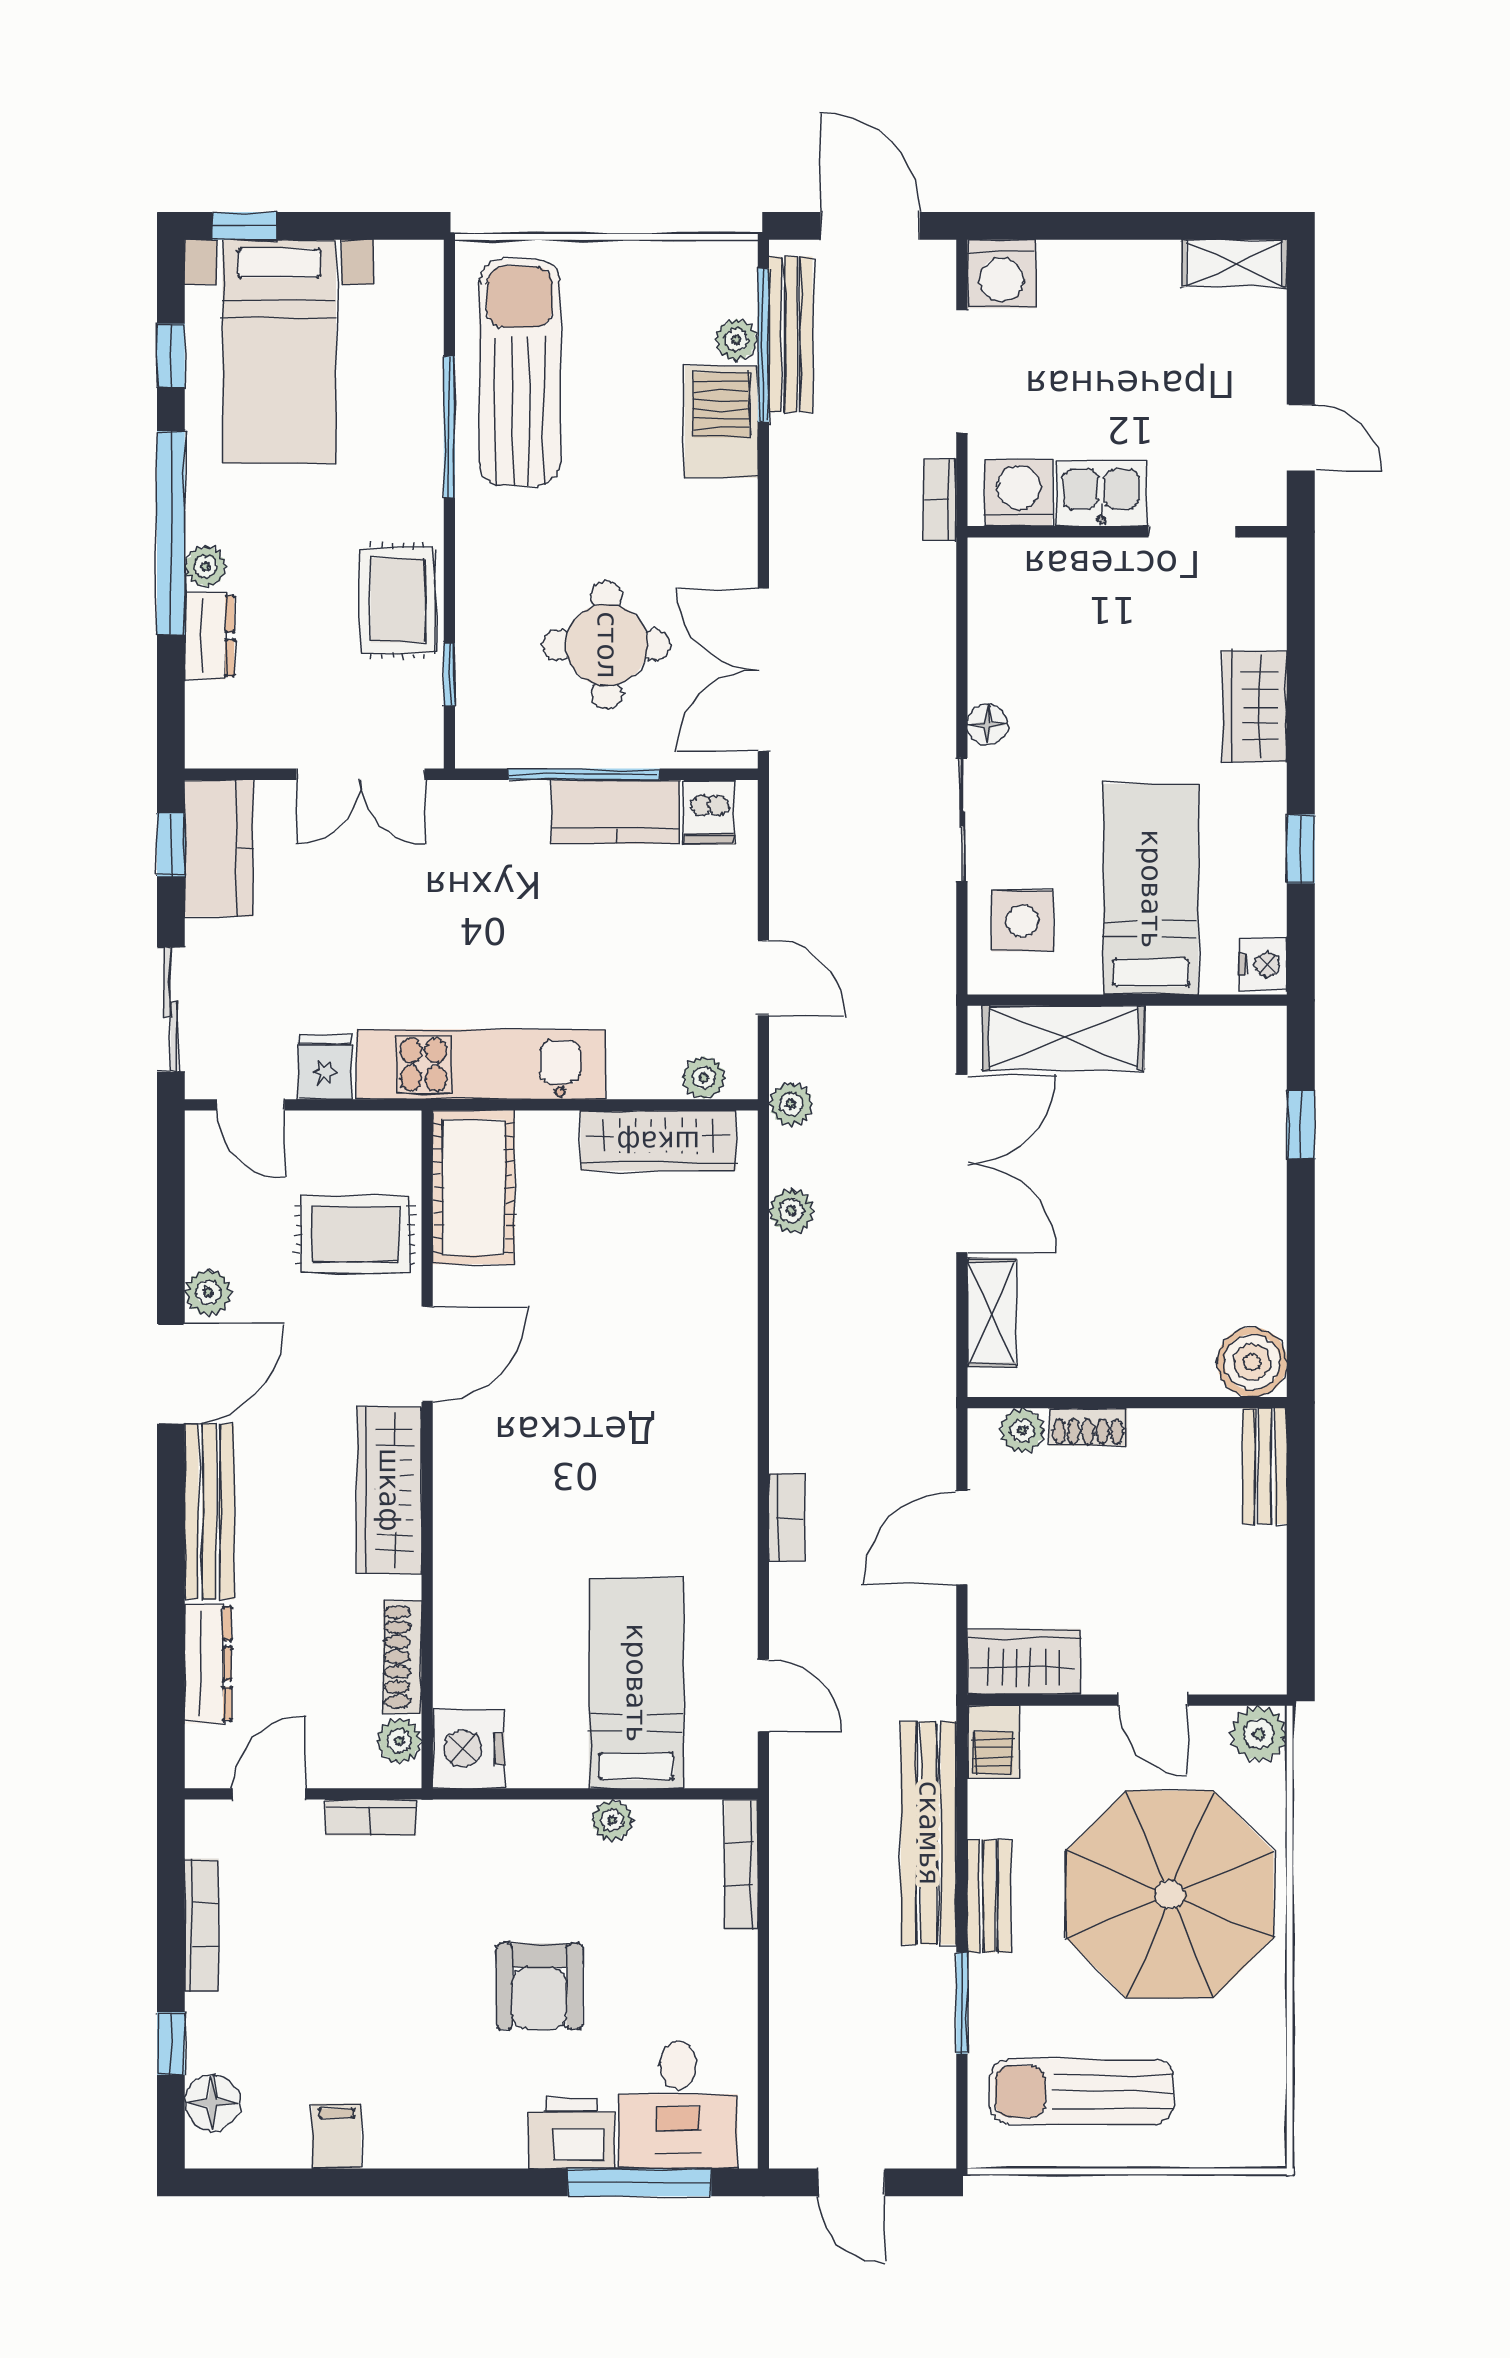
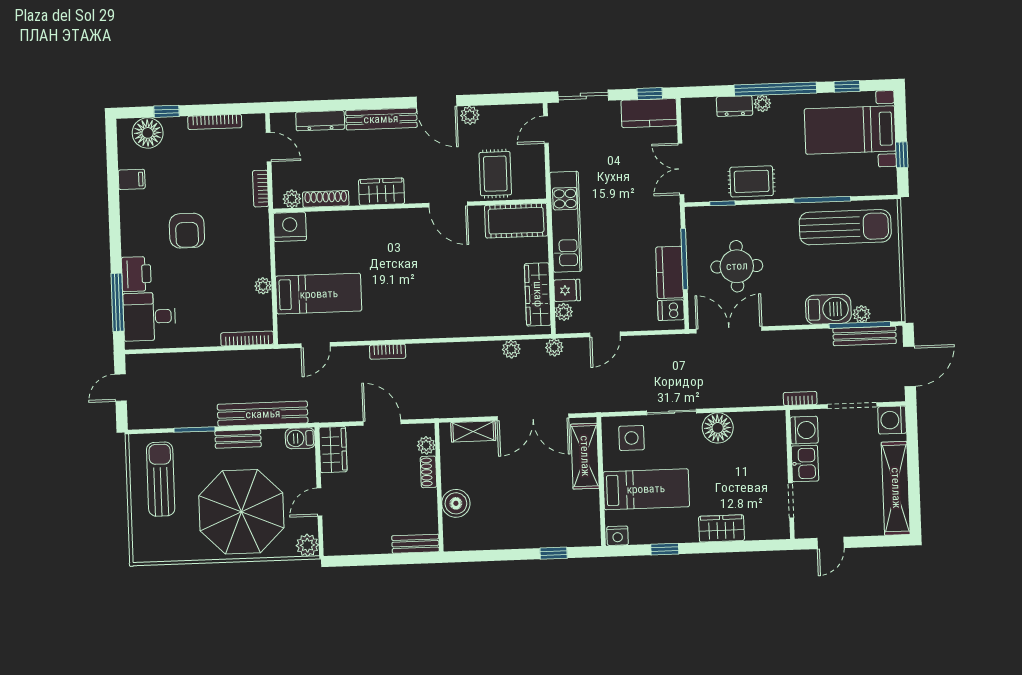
window: (245, 226) -> (902, 155), moved
shelving: (1234, 263) -> (896, 488), width x2.20, depth x1.33
floor lamp: (987, 725) -> (718, 428), width x1.89, depth x1.89
fridge: (325, 1067) -> (567, 290), moved
boiler: (1252, 1362) -> (456, 503), moved
wardrobe: (389, 1490) -> (382, 192), width x0.67
armchair: (539, 1986) -> (187, 231), moved, turned -90
floor lamp: (212, 2103) -> (148, 133), width x1.38, depth x1.38

